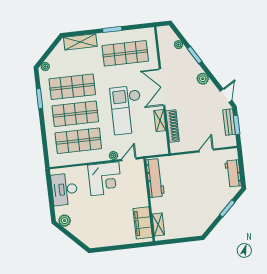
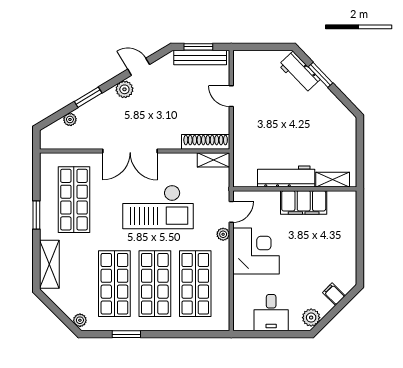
door: (226, 96) -> (139, 67), moved
shelving: (160, 121) -> (213, 160), moved
bench: (229, 122) -> (200, 58), width x1.36
shoe rack: (173, 126) -> (206, 142), moved
door: (129, 159) -> (231, 212), swing flipped
workbench: (233, 173) -> (299, 72), moved, turned 46
workbench: (155, 178) -> (286, 177), moved
desk: (64, 189) -> (271, 313), width x0.73
filing cabinet: (143, 223) -> (304, 202), moved
filing cabinet: (82, 234) -> (334, 294), added

